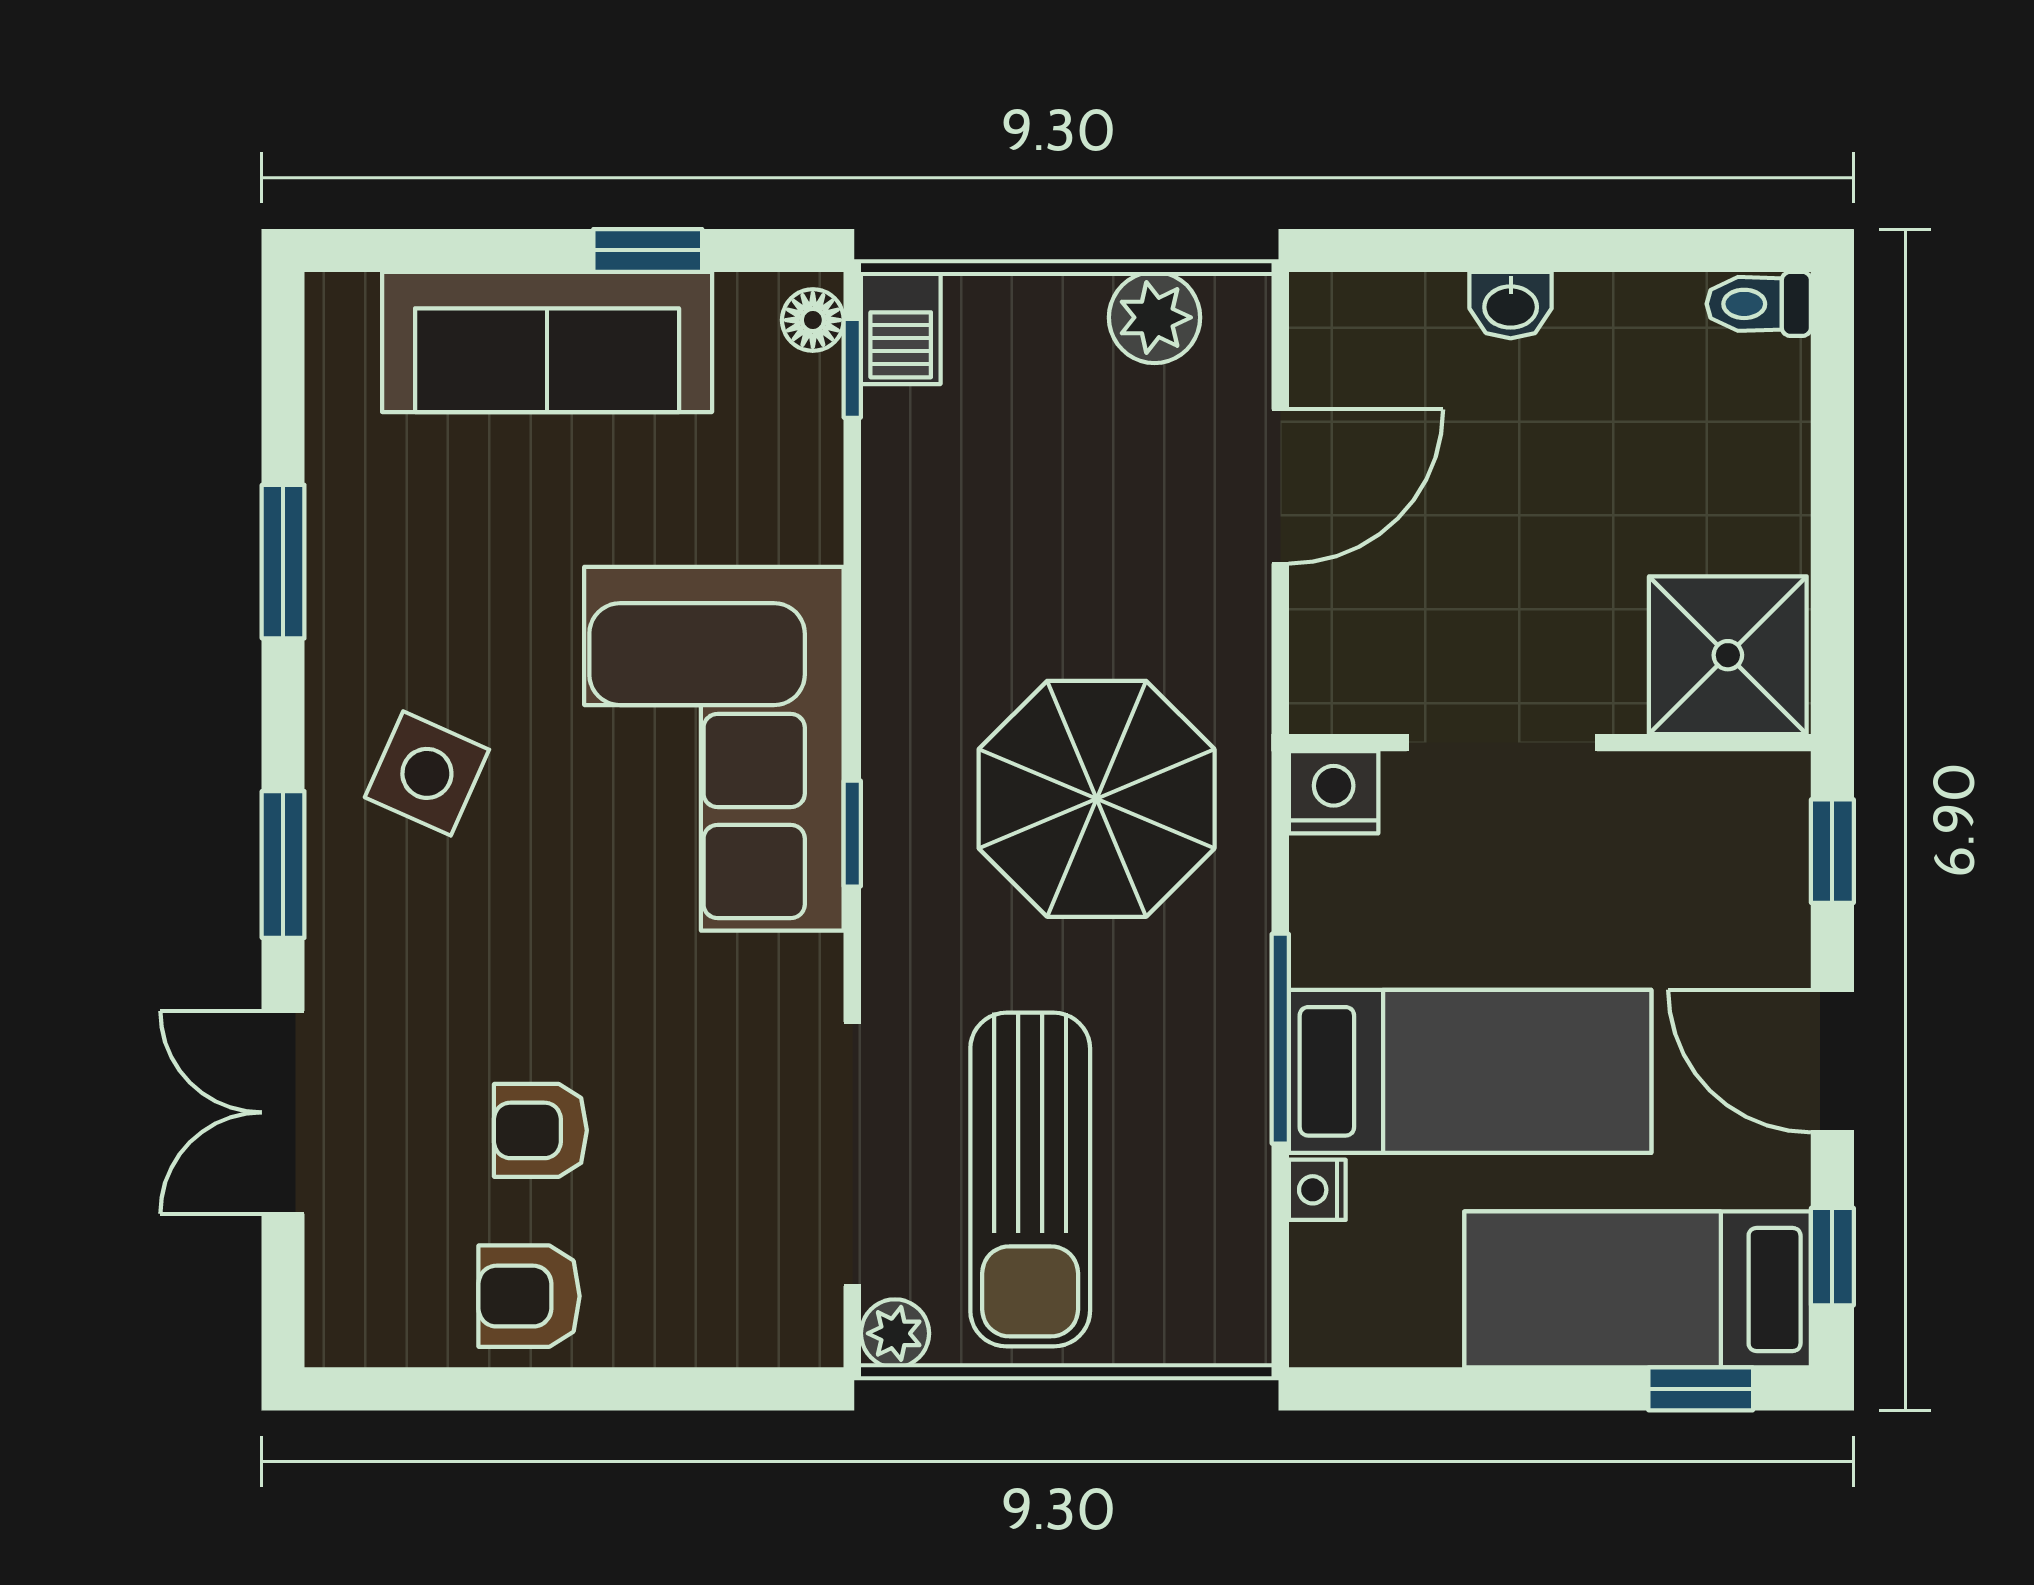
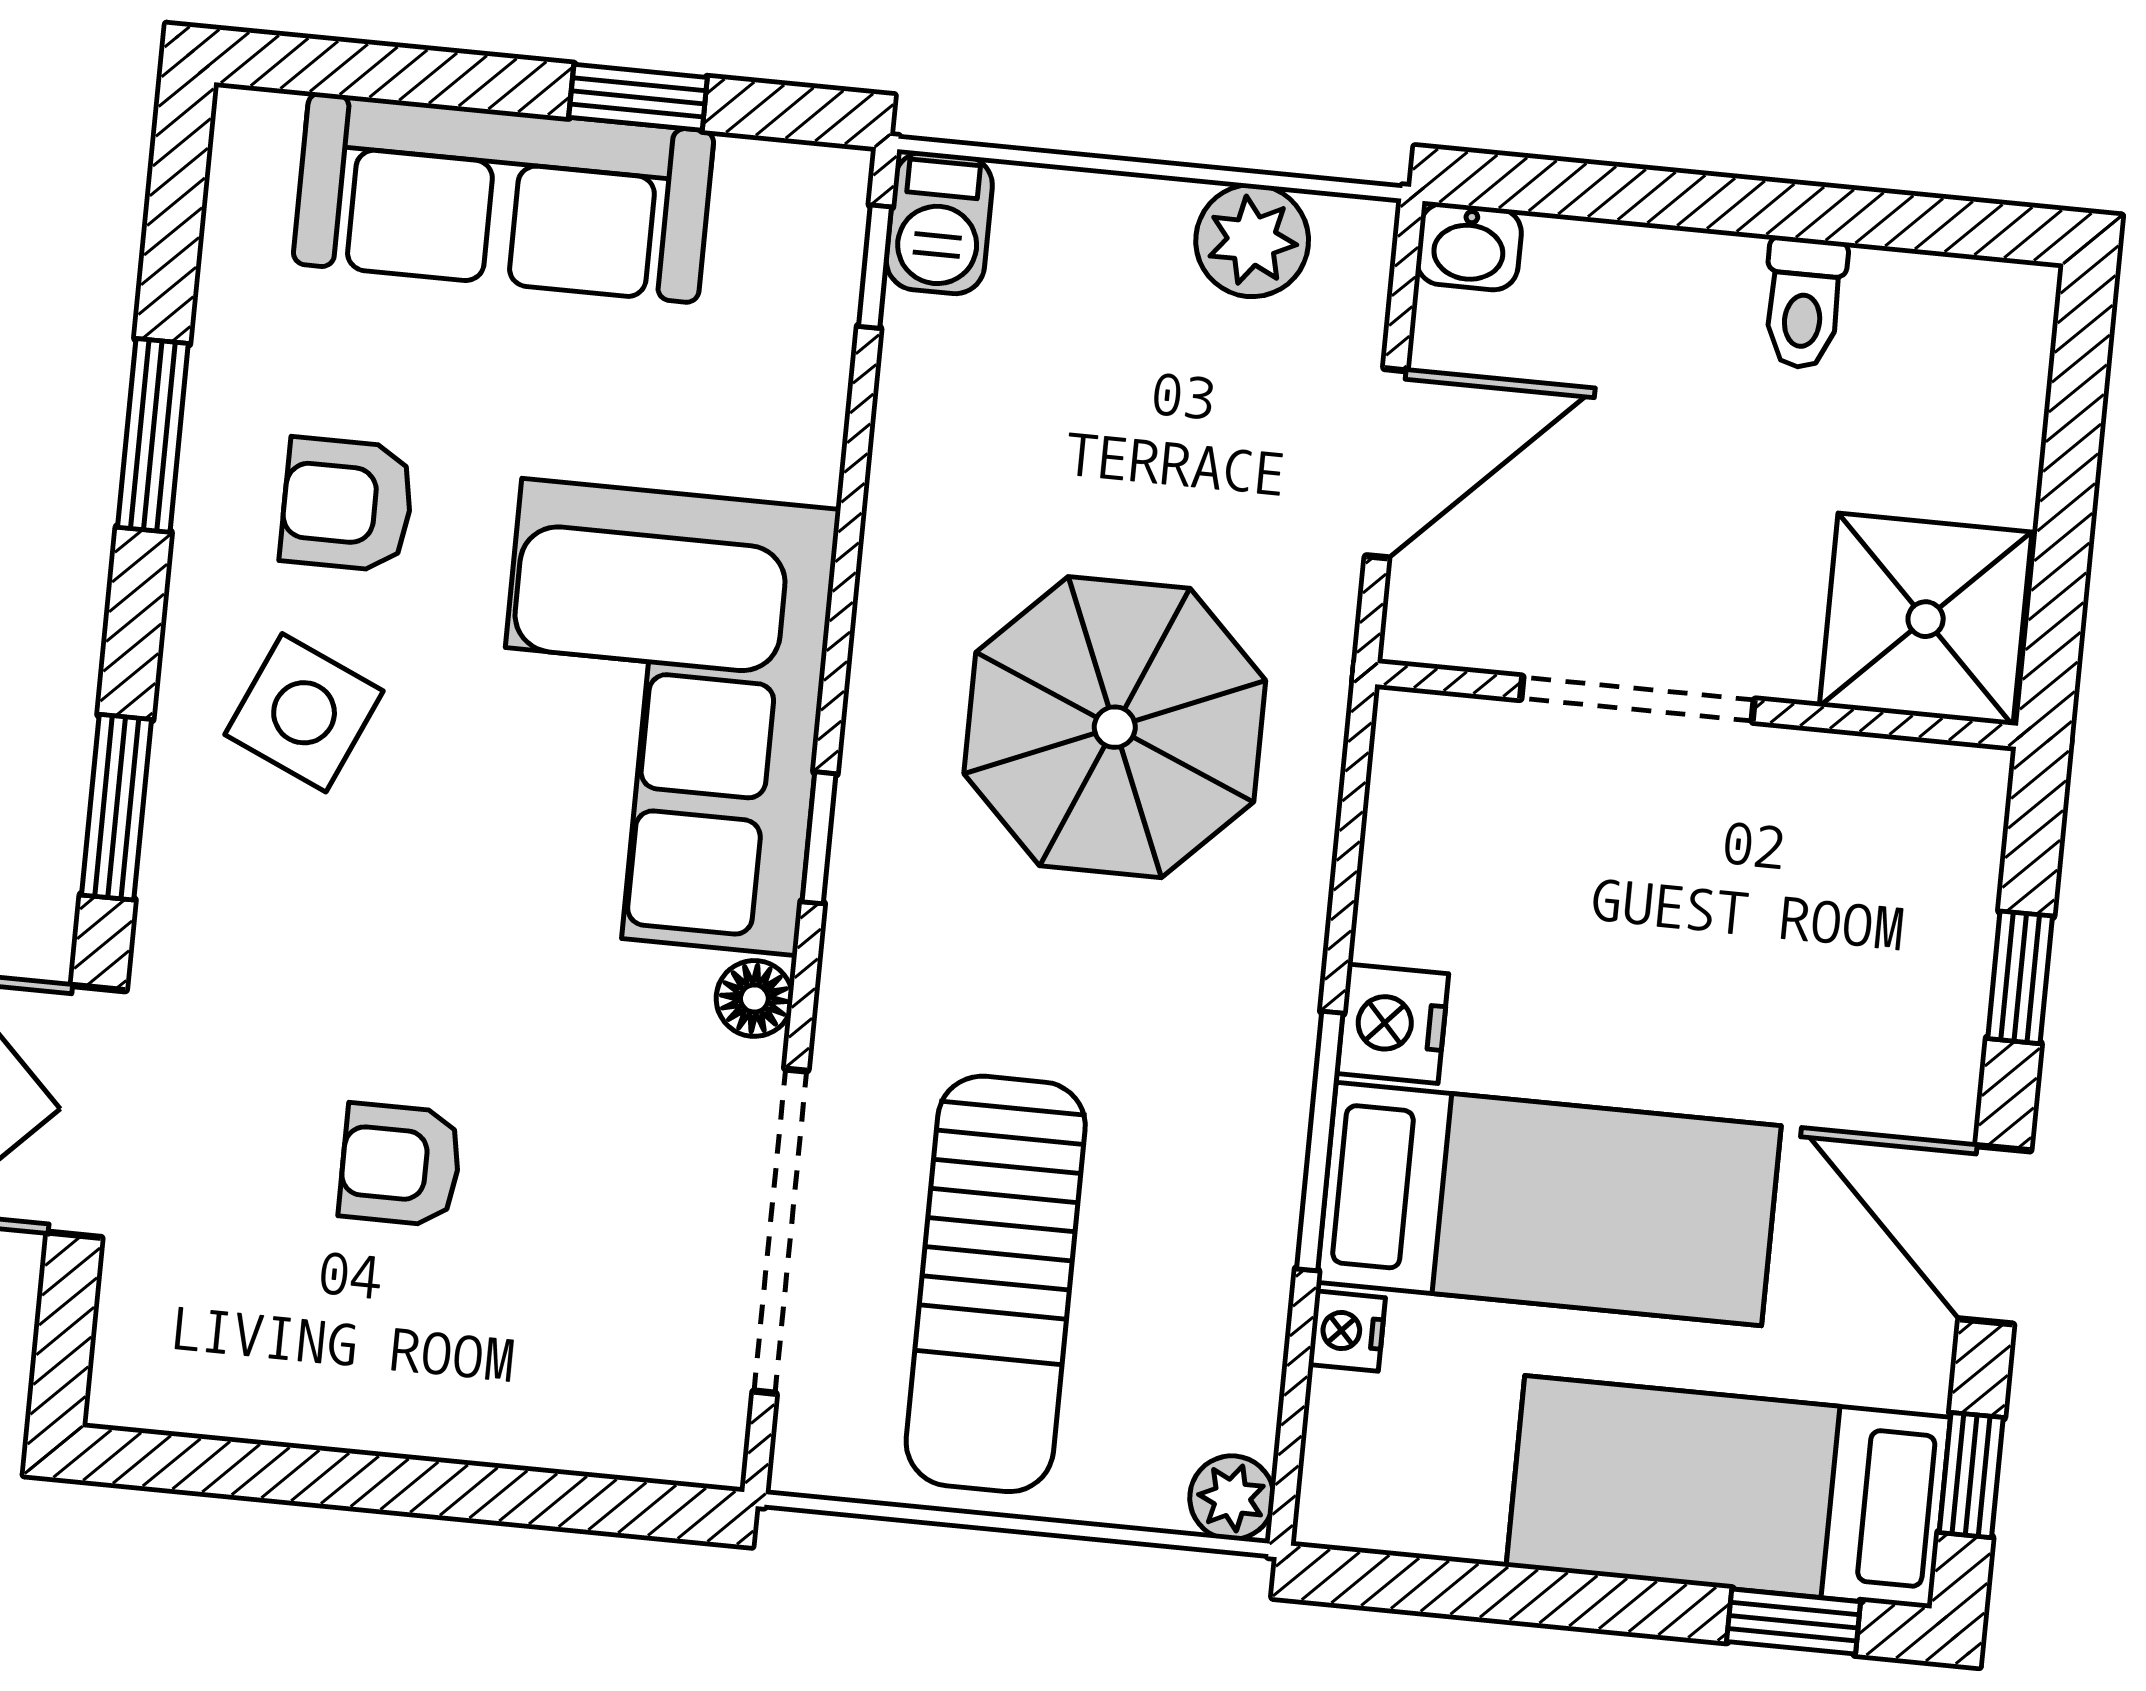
toilet: (1759, 304) -> (1804, 303), moved, turned -90
washbasin: (1511, 305) -> (1469, 246), moved
floor lamp: (813, 320) -> (754, 998), moved
shower: (1728, 655) -> (1926, 619), moved
doorway: (1502, 743) -> (1638, 699), moved
wall: (1550, 743) -> (1697, 705), moved
nightstand: (1334, 792) -> (1393, 1024), moved, turned -90
parasol: (1097, 799) -> (1115, 727), moved
armchair: (529, 1296) -> (347, 504), moved
plant: (895, 1333) -> (1232, 1498), moved

